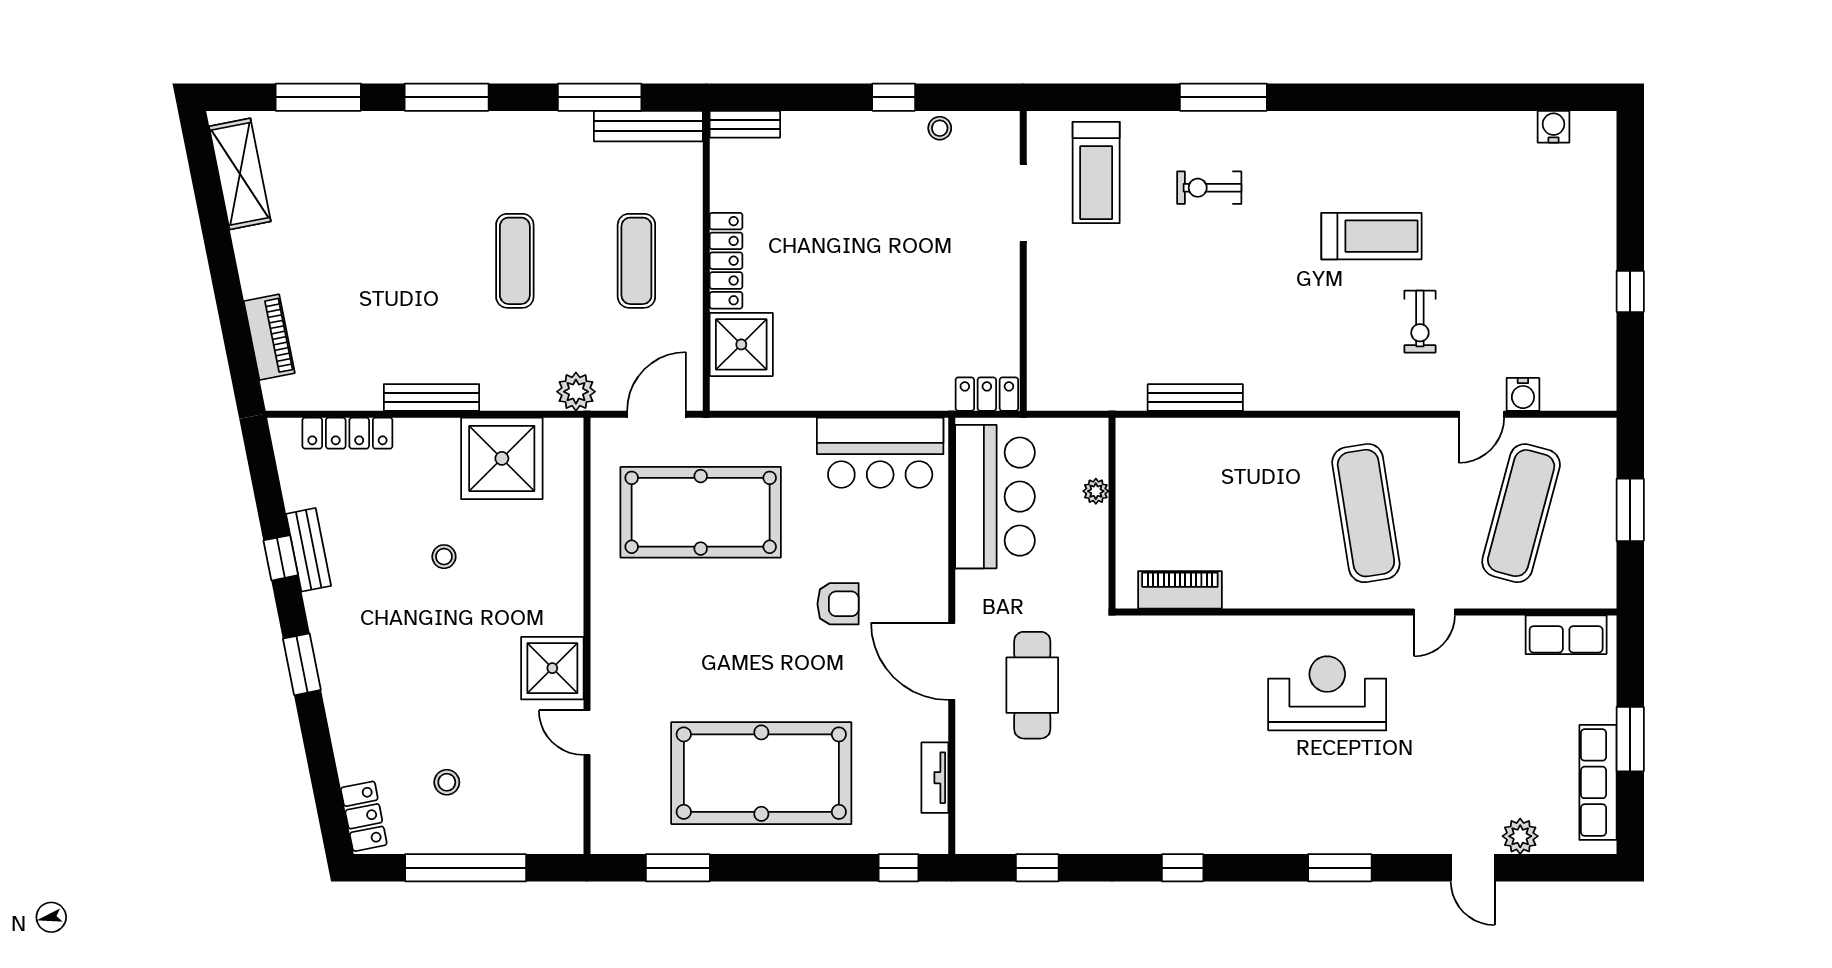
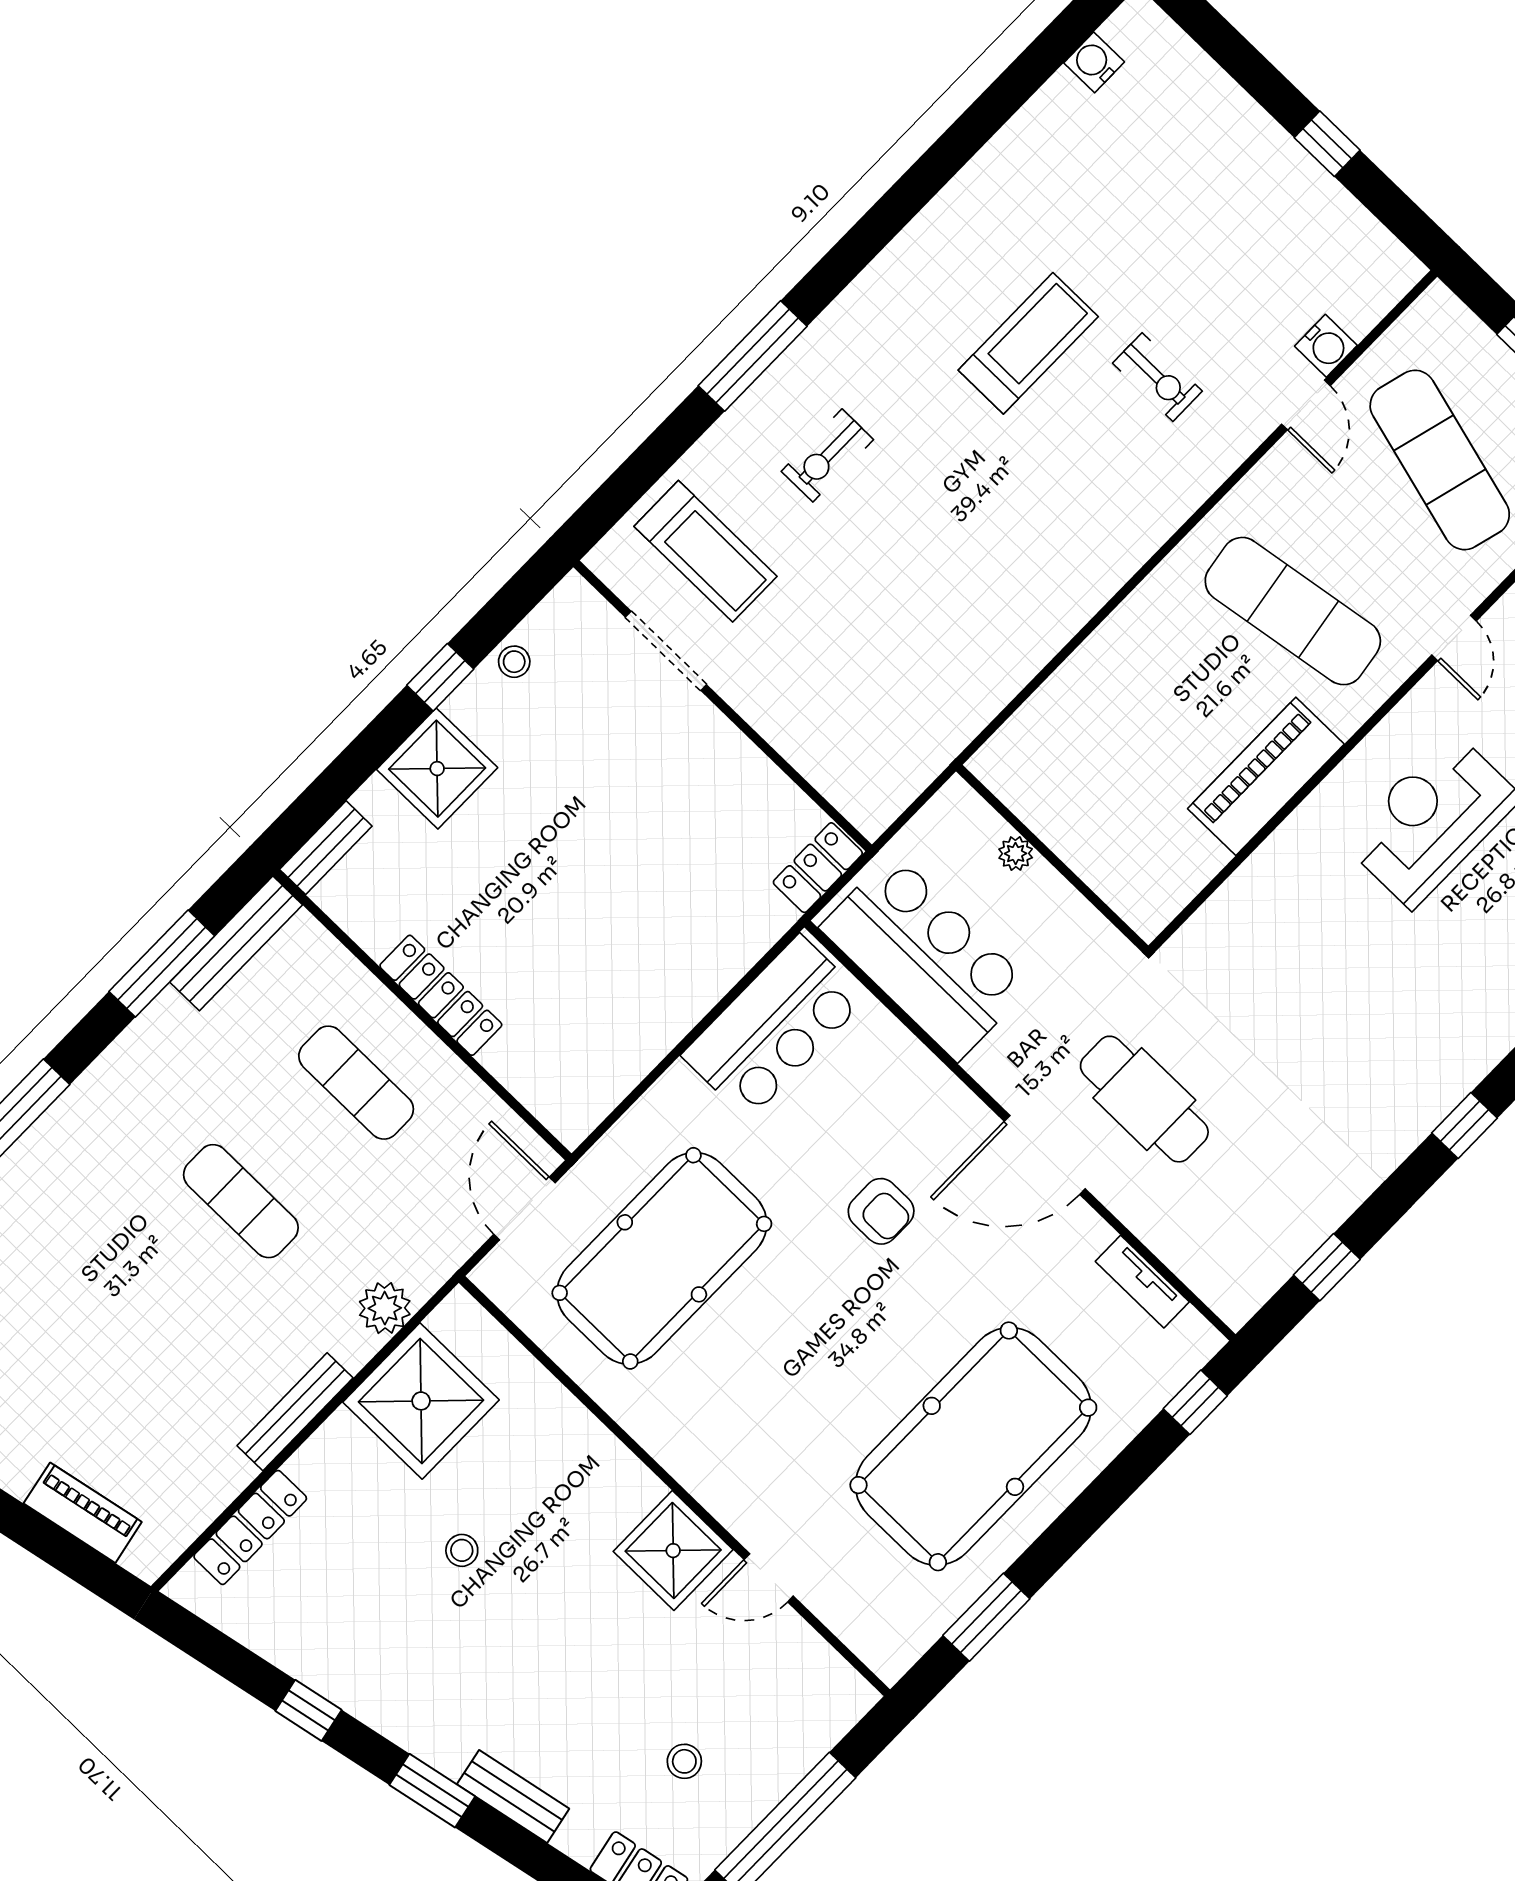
shower: (741, 344) -> (437, 769), moved
plant: (576, 392) -> (385, 1308), moved
bench: (1195, 397) -> (1019, 668), removed
bench: (309, 550) -> (513, 1796), moved
piano: (1180, 590) -> (1266, 776), moved, width x1.37, depth x1.33
armchair: (838, 604) -> (881, 1211), turned 90

